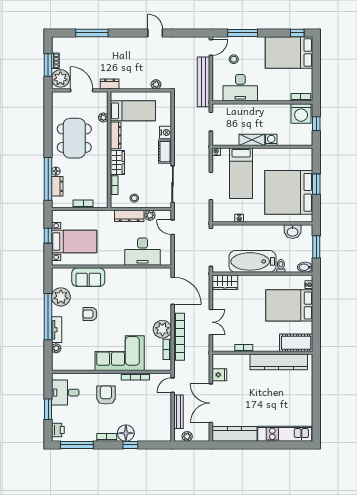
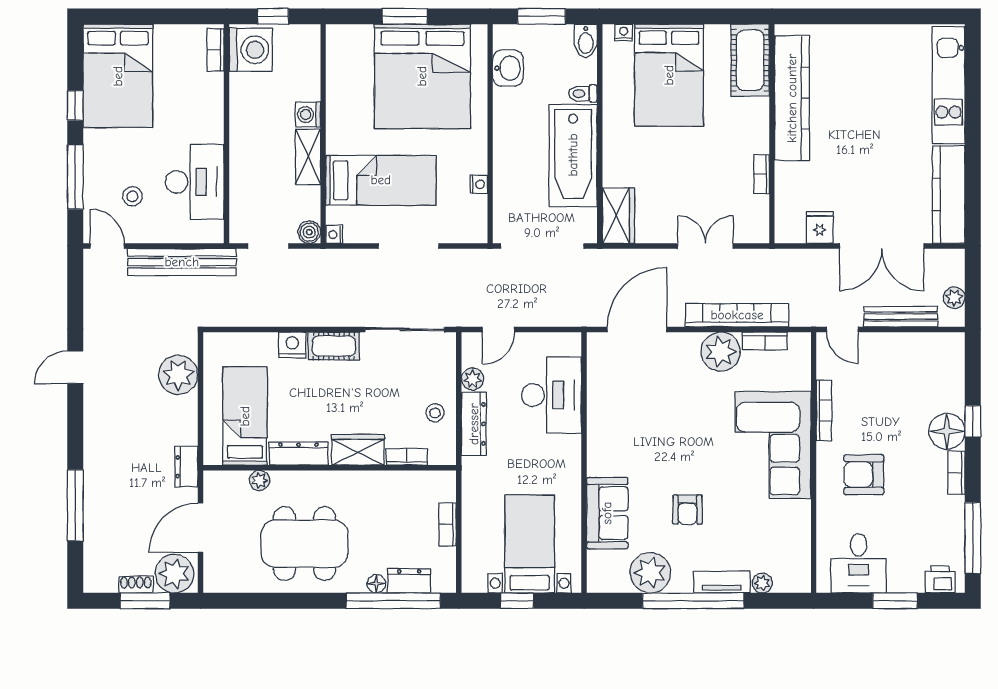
window: (297, 33) -> (75, 105), moved
plant: (156, 84) -> (178, 375), width x1.87, depth x1.87
boiler: (217, 140) -> (309, 232), added

